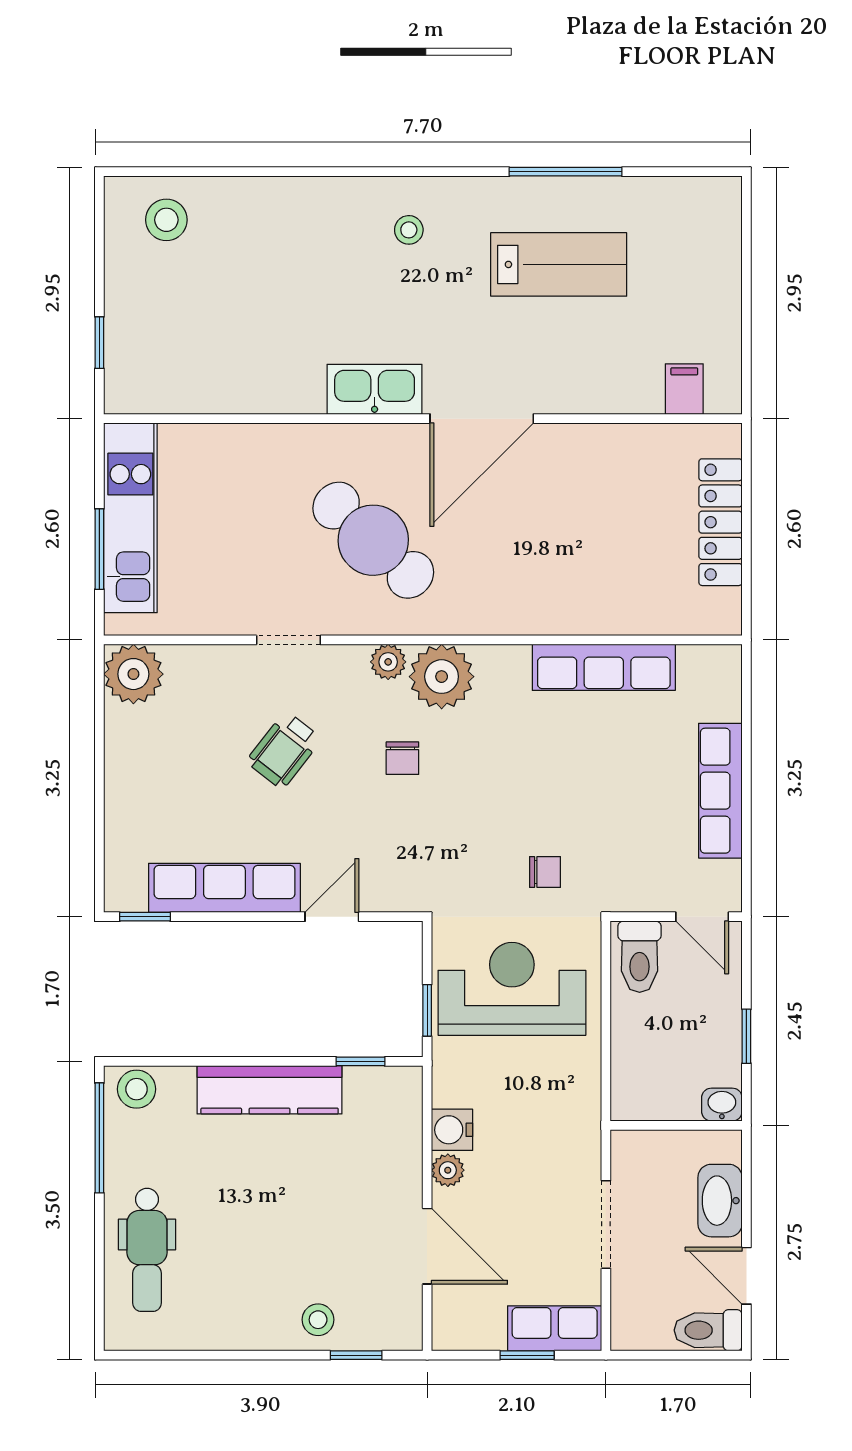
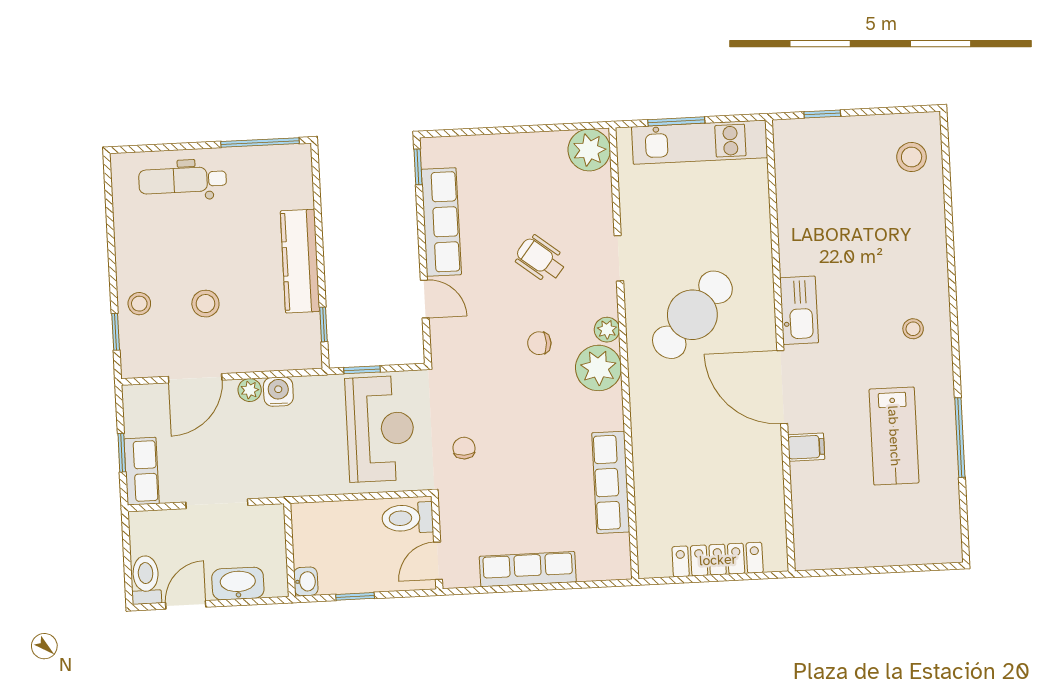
filing cabinet: (684, 389) -> (806, 447), moved
chair: (545, 872) -> (464, 448), turned 180
stool: (137, 1089) -> (205, 304), moved

